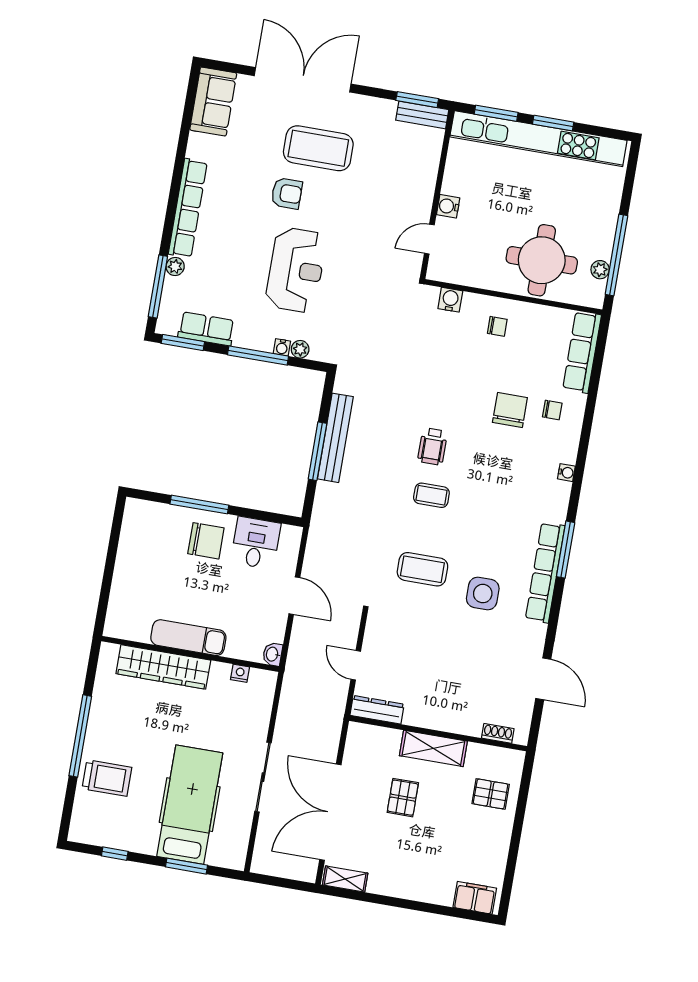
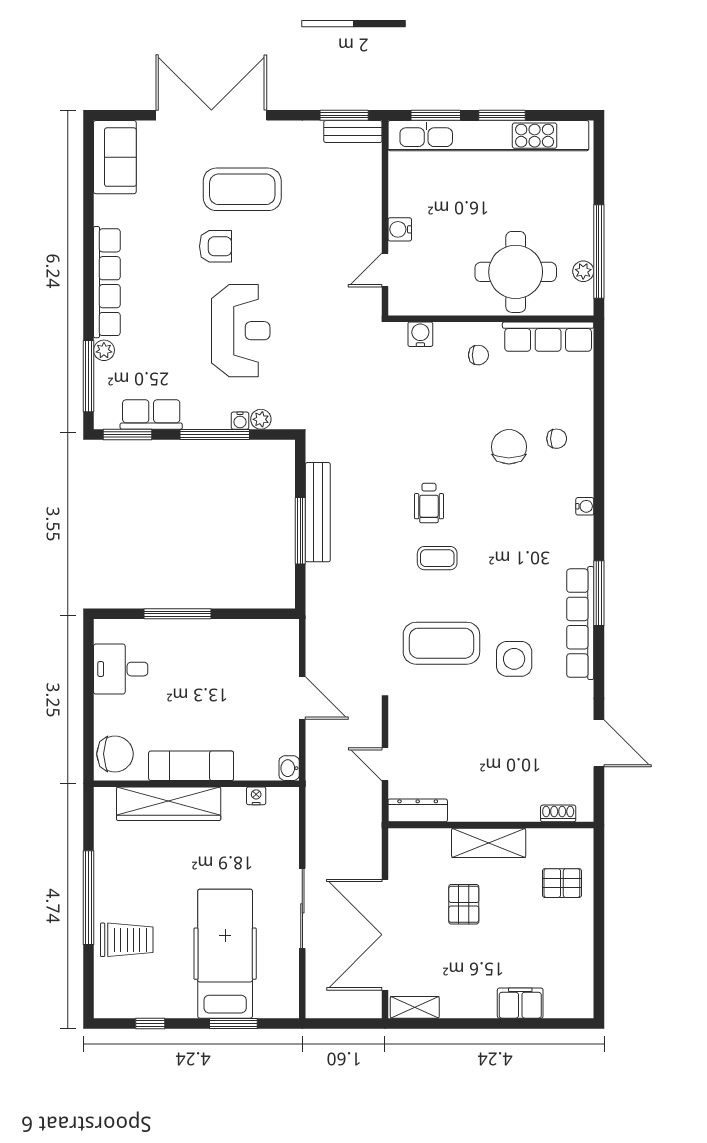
row of seats: (582, 352) -> (548, 337), moved, turned -90
chair: (206, 541) -> (115, 754), moved
desk: (256, 543) -> (121, 669), moved, turned -90
coffee table: (422, 569) -> (441, 643), width x1.36, depth x1.32
filing cabinet: (475, 898) -> (520, 1003), moved

